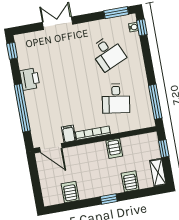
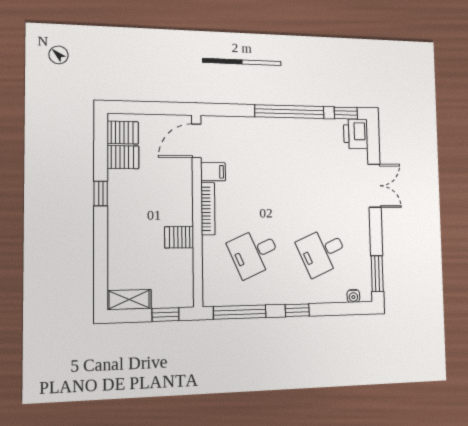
window: (142, 27) -> (297, 310), moved
printer: (30, 79) -> (356, 134), moved, turned 90
desk: (116, 98) -> (254, 253), turned -33
window: (22, 108) -> (290, 112), moved
server rack: (130, 181) -> (123, 133), moved
window: (109, 199) -> (101, 194), moved

